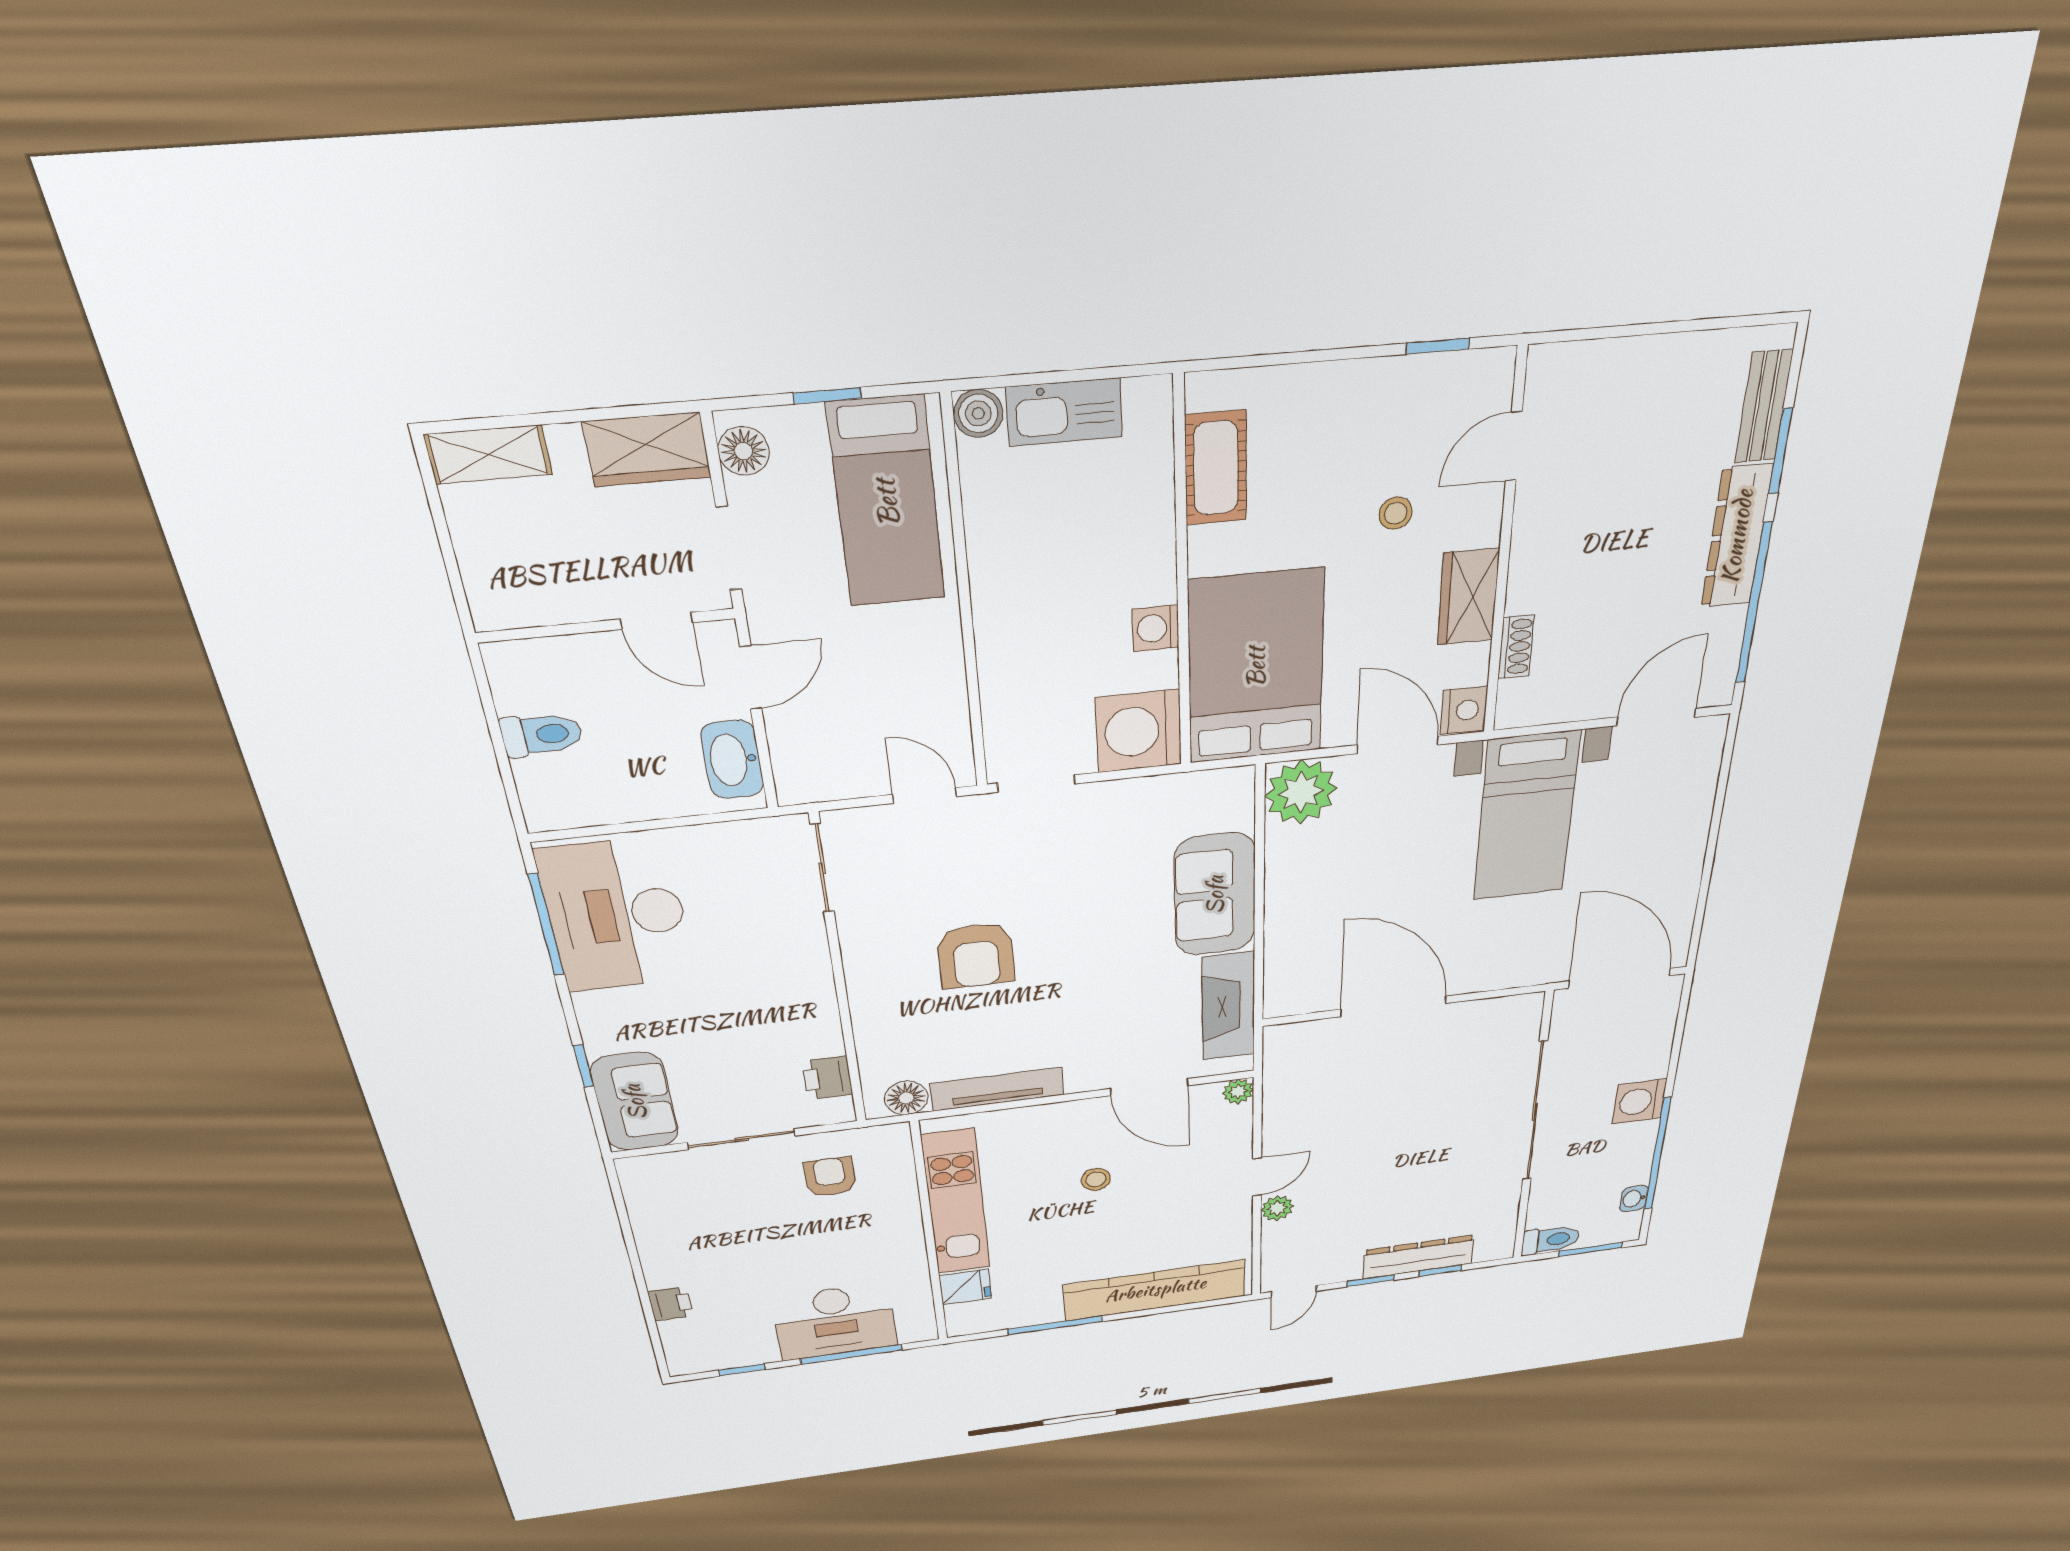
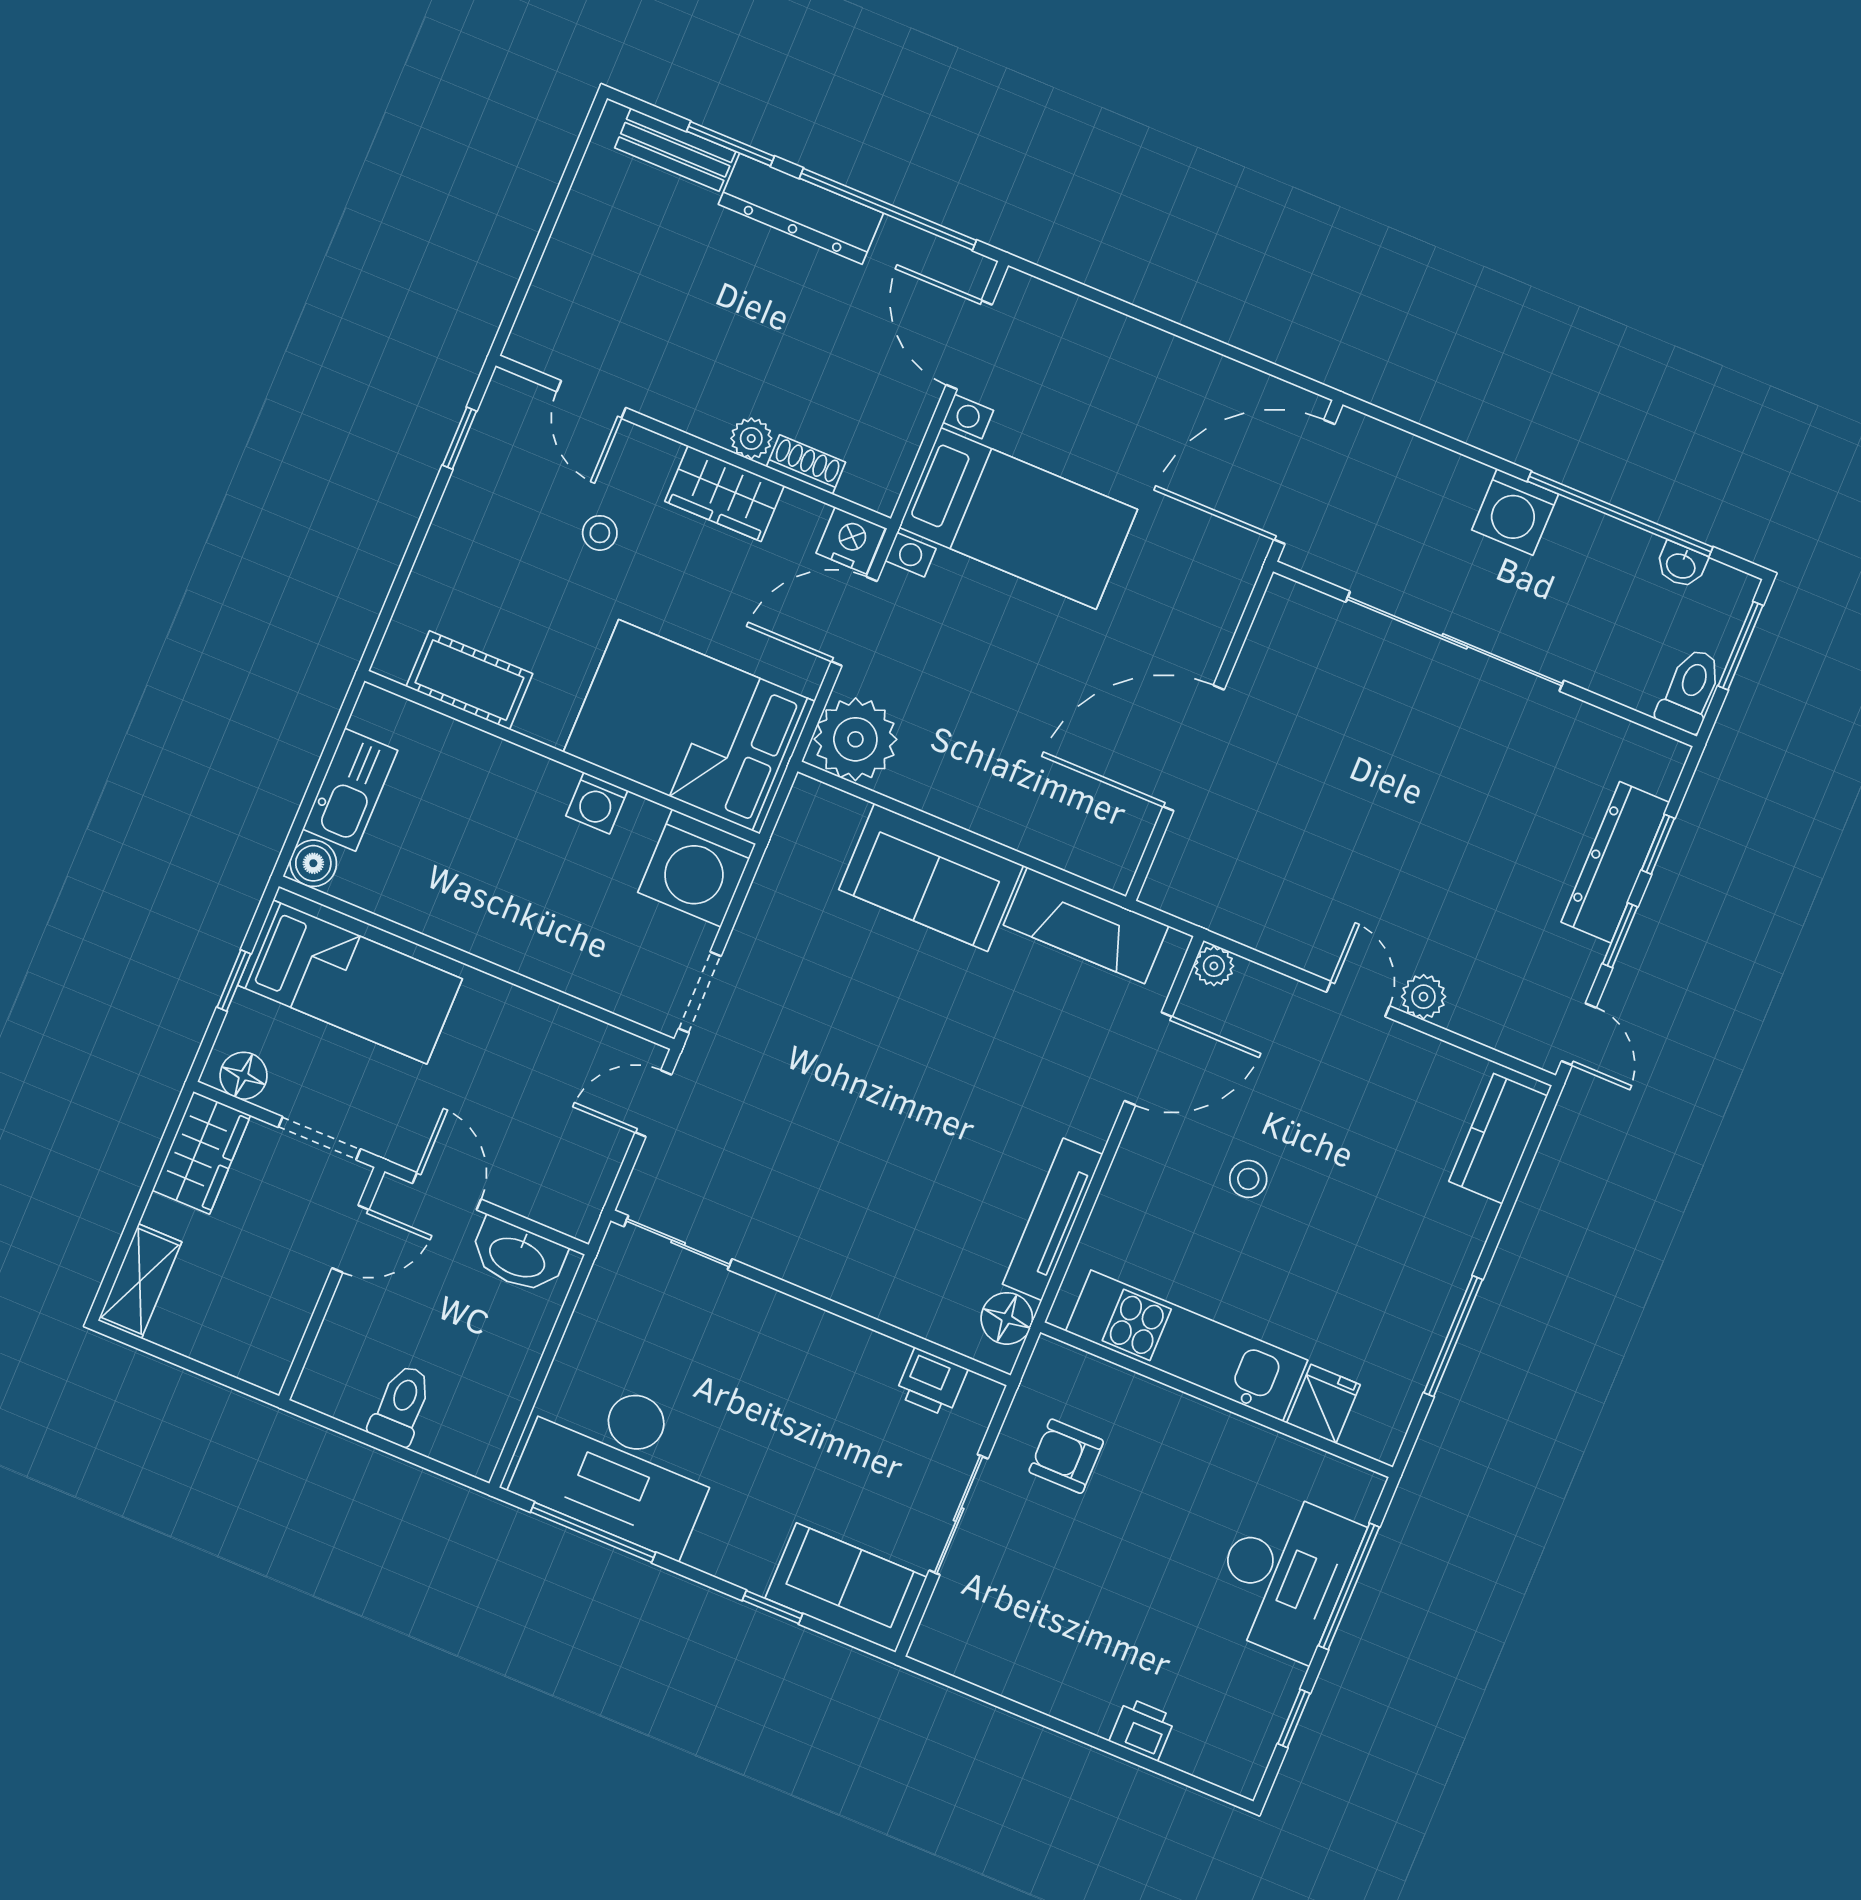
plant: (1524, 594) -> (751, 438), added
armchair: (976, 956) -> (866, 1152), removed
kitchen counter: (1155, 1290) -> (1498, 1139), width x0.48, depth x0.86

